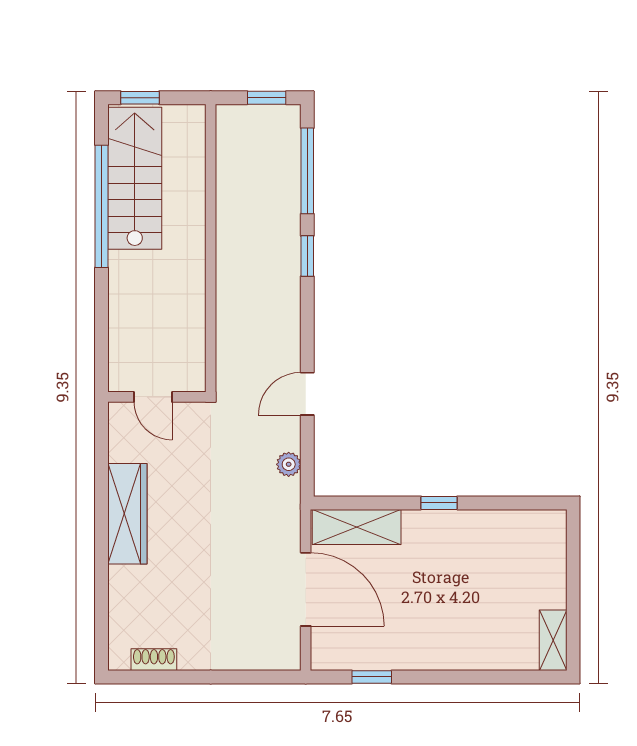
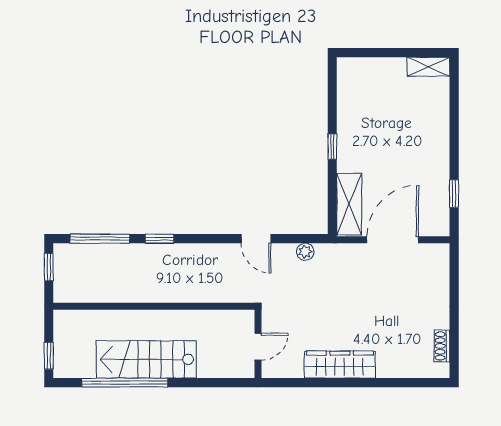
stairs: (135, 178) -> (146, 359), moved

